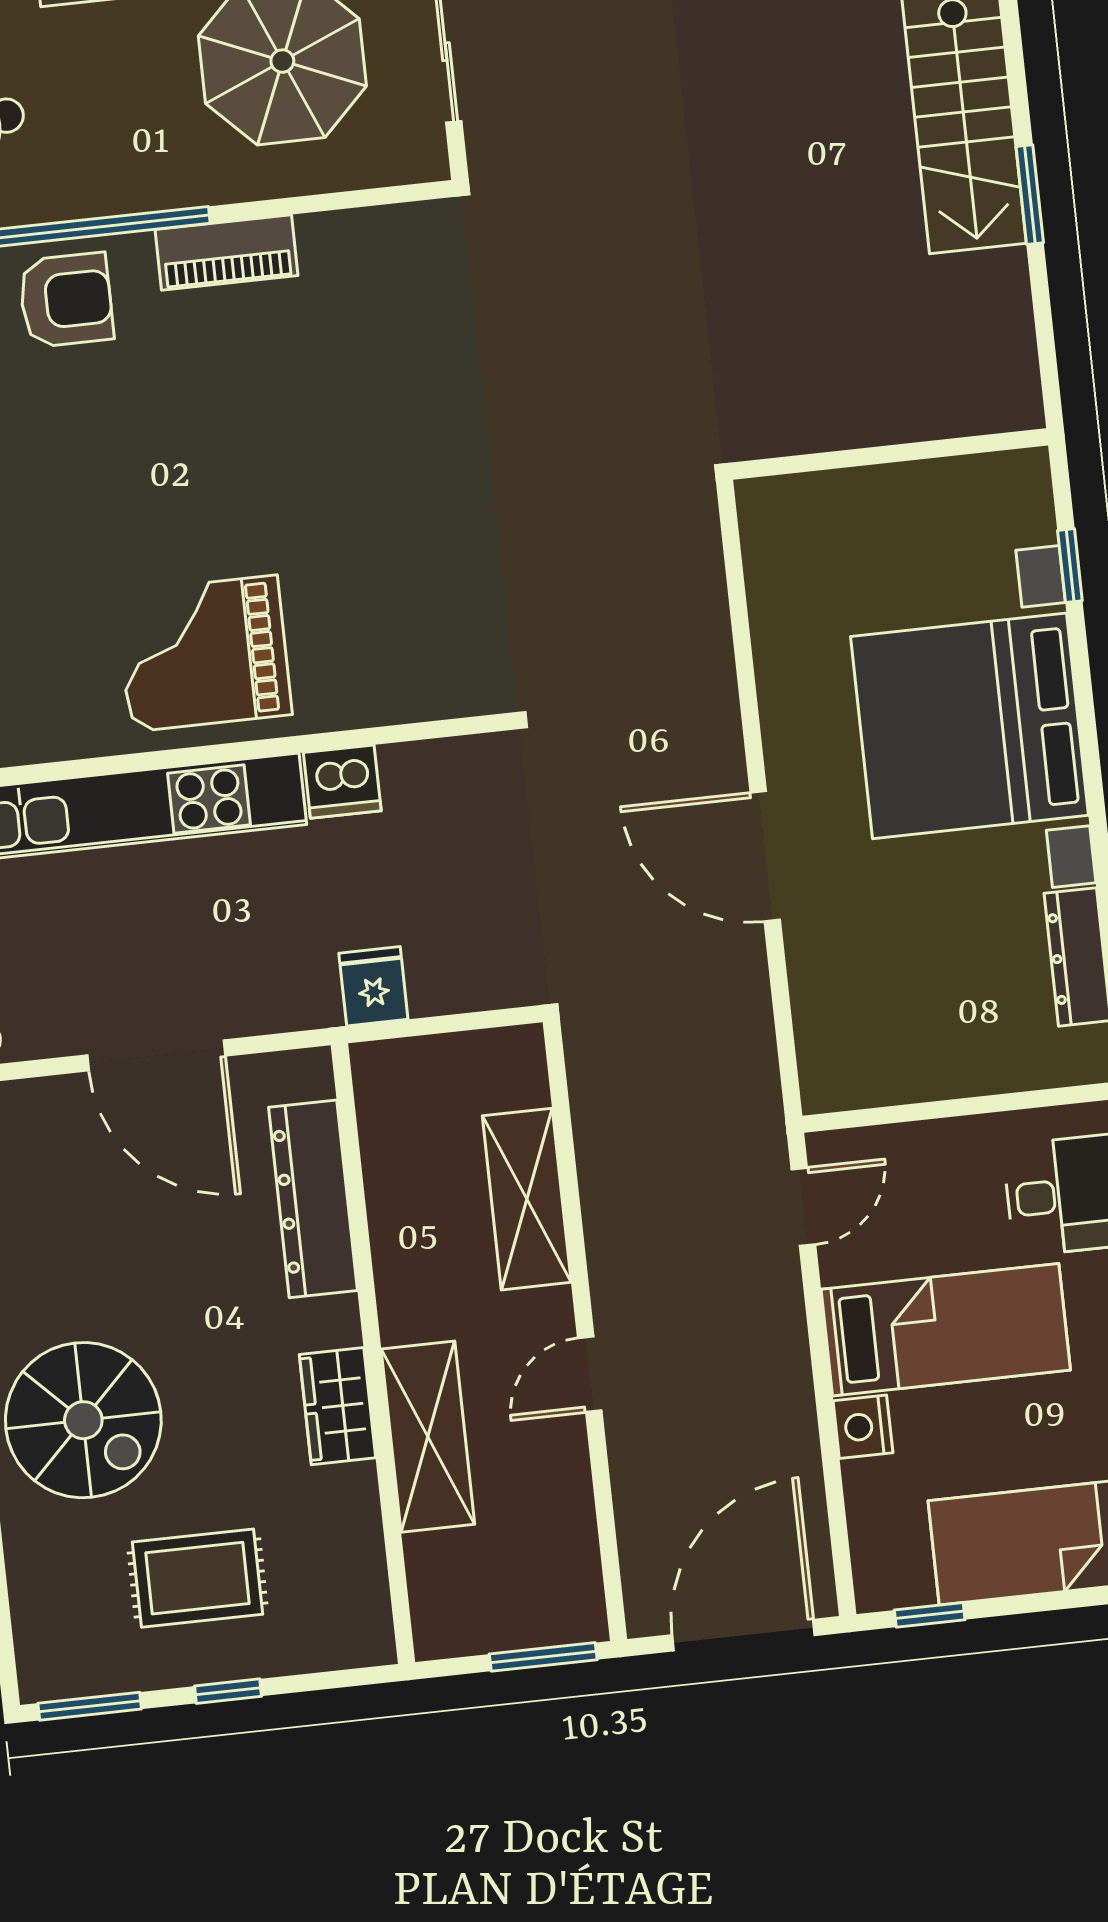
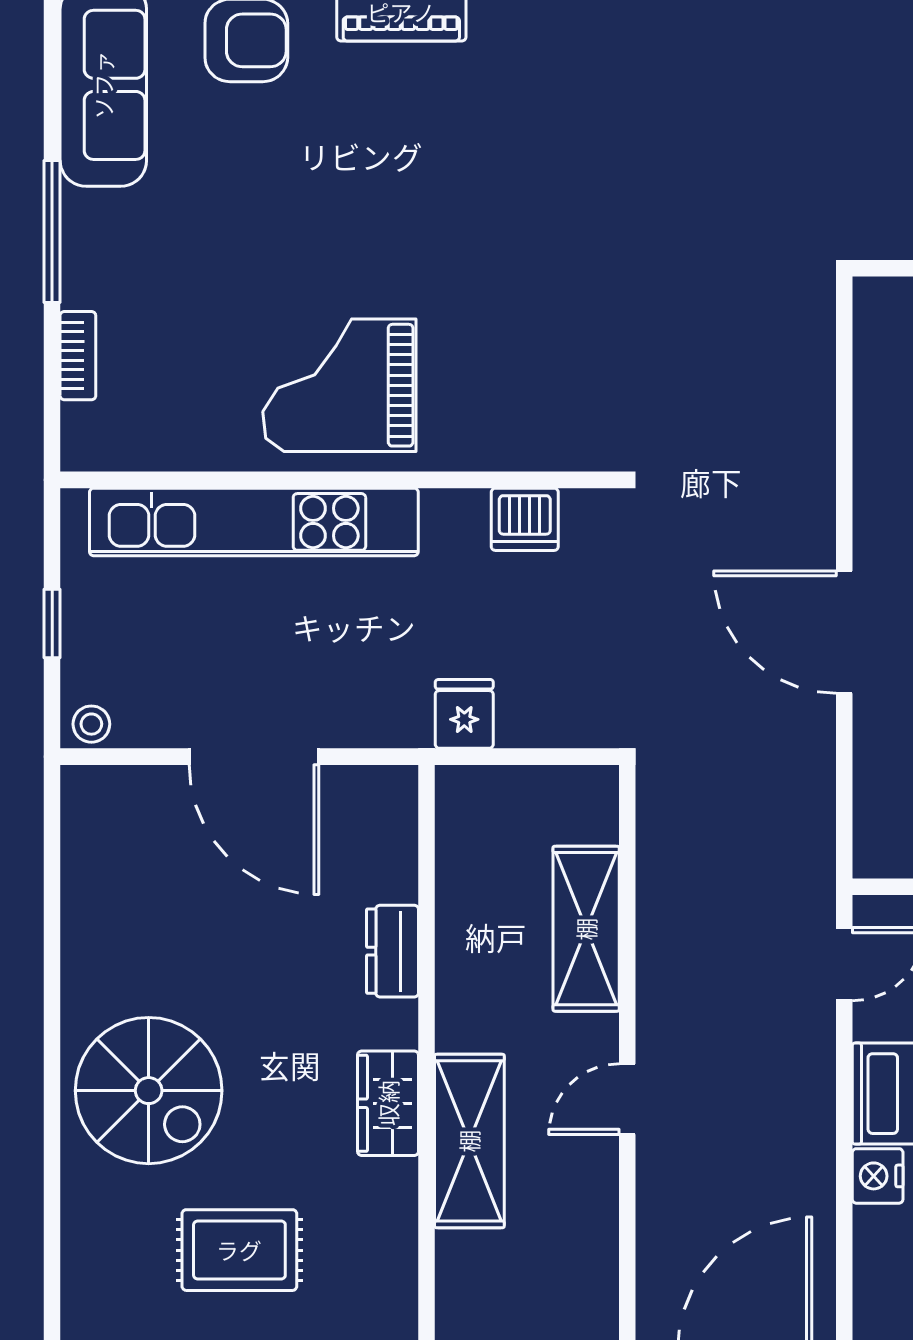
dishwasher: (342, 782) -> (525, 519), moved
dresser: (313, 1199) -> (392, 951), width x0.51, depth x0.80

